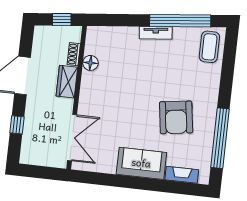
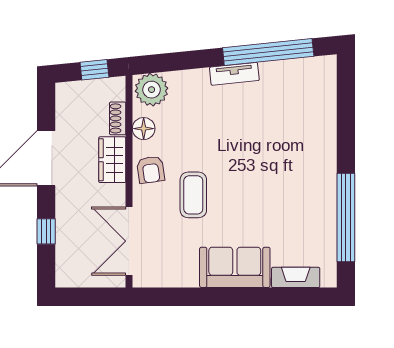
plant: (99, 37) -> (152, 90), added
coffee table: (209, 47) -> (193, 195), moved
armchair: (176, 117) -> (151, 170), moved, width x0.53, depth x0.53
double door: (72, 138) -> (129, 241), swing flipped

